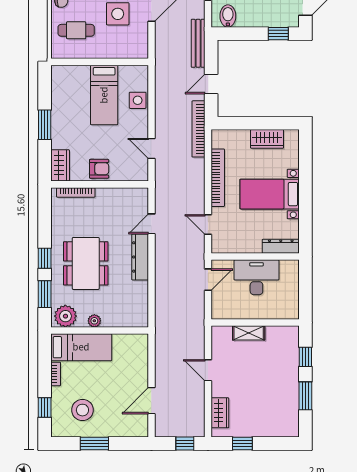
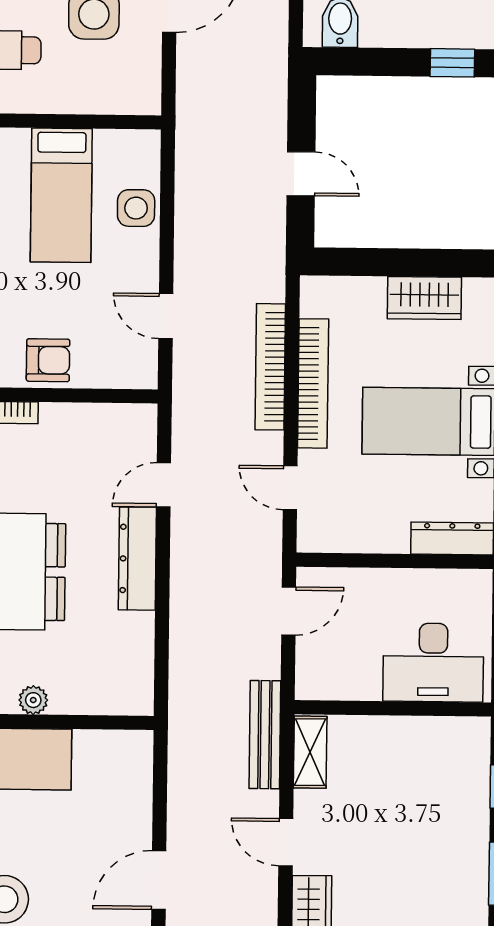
bench: (198, 43) -> (265, 735), moved
door: (211, 84) -> (301, 174), swing flipped
bookcase: (198, 129) -> (270, 367), moved
desk: (256, 277) -> (433, 663), moved, turned 180
shelving: (249, 333) -> (310, 752), moved, turned 90
door: (208, 370) -> (286, 842), moved

